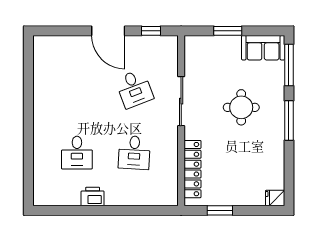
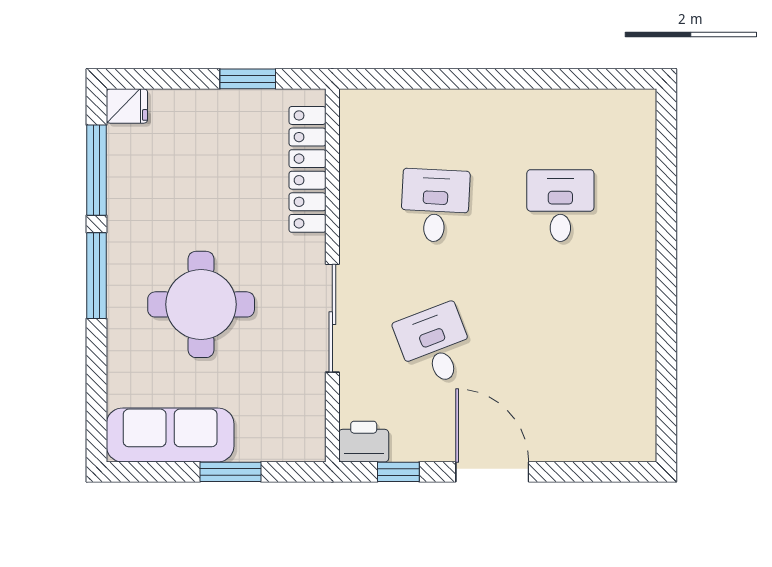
sofa: (263, 48) -> (170, 435), width x1.36
window: (289, 65) -> (97, 170), moved
round table: (241, 107) -> (201, 304), width x1.36, depth x1.36
printer: (93, 197) -> (364, 442), moved, turned 180

